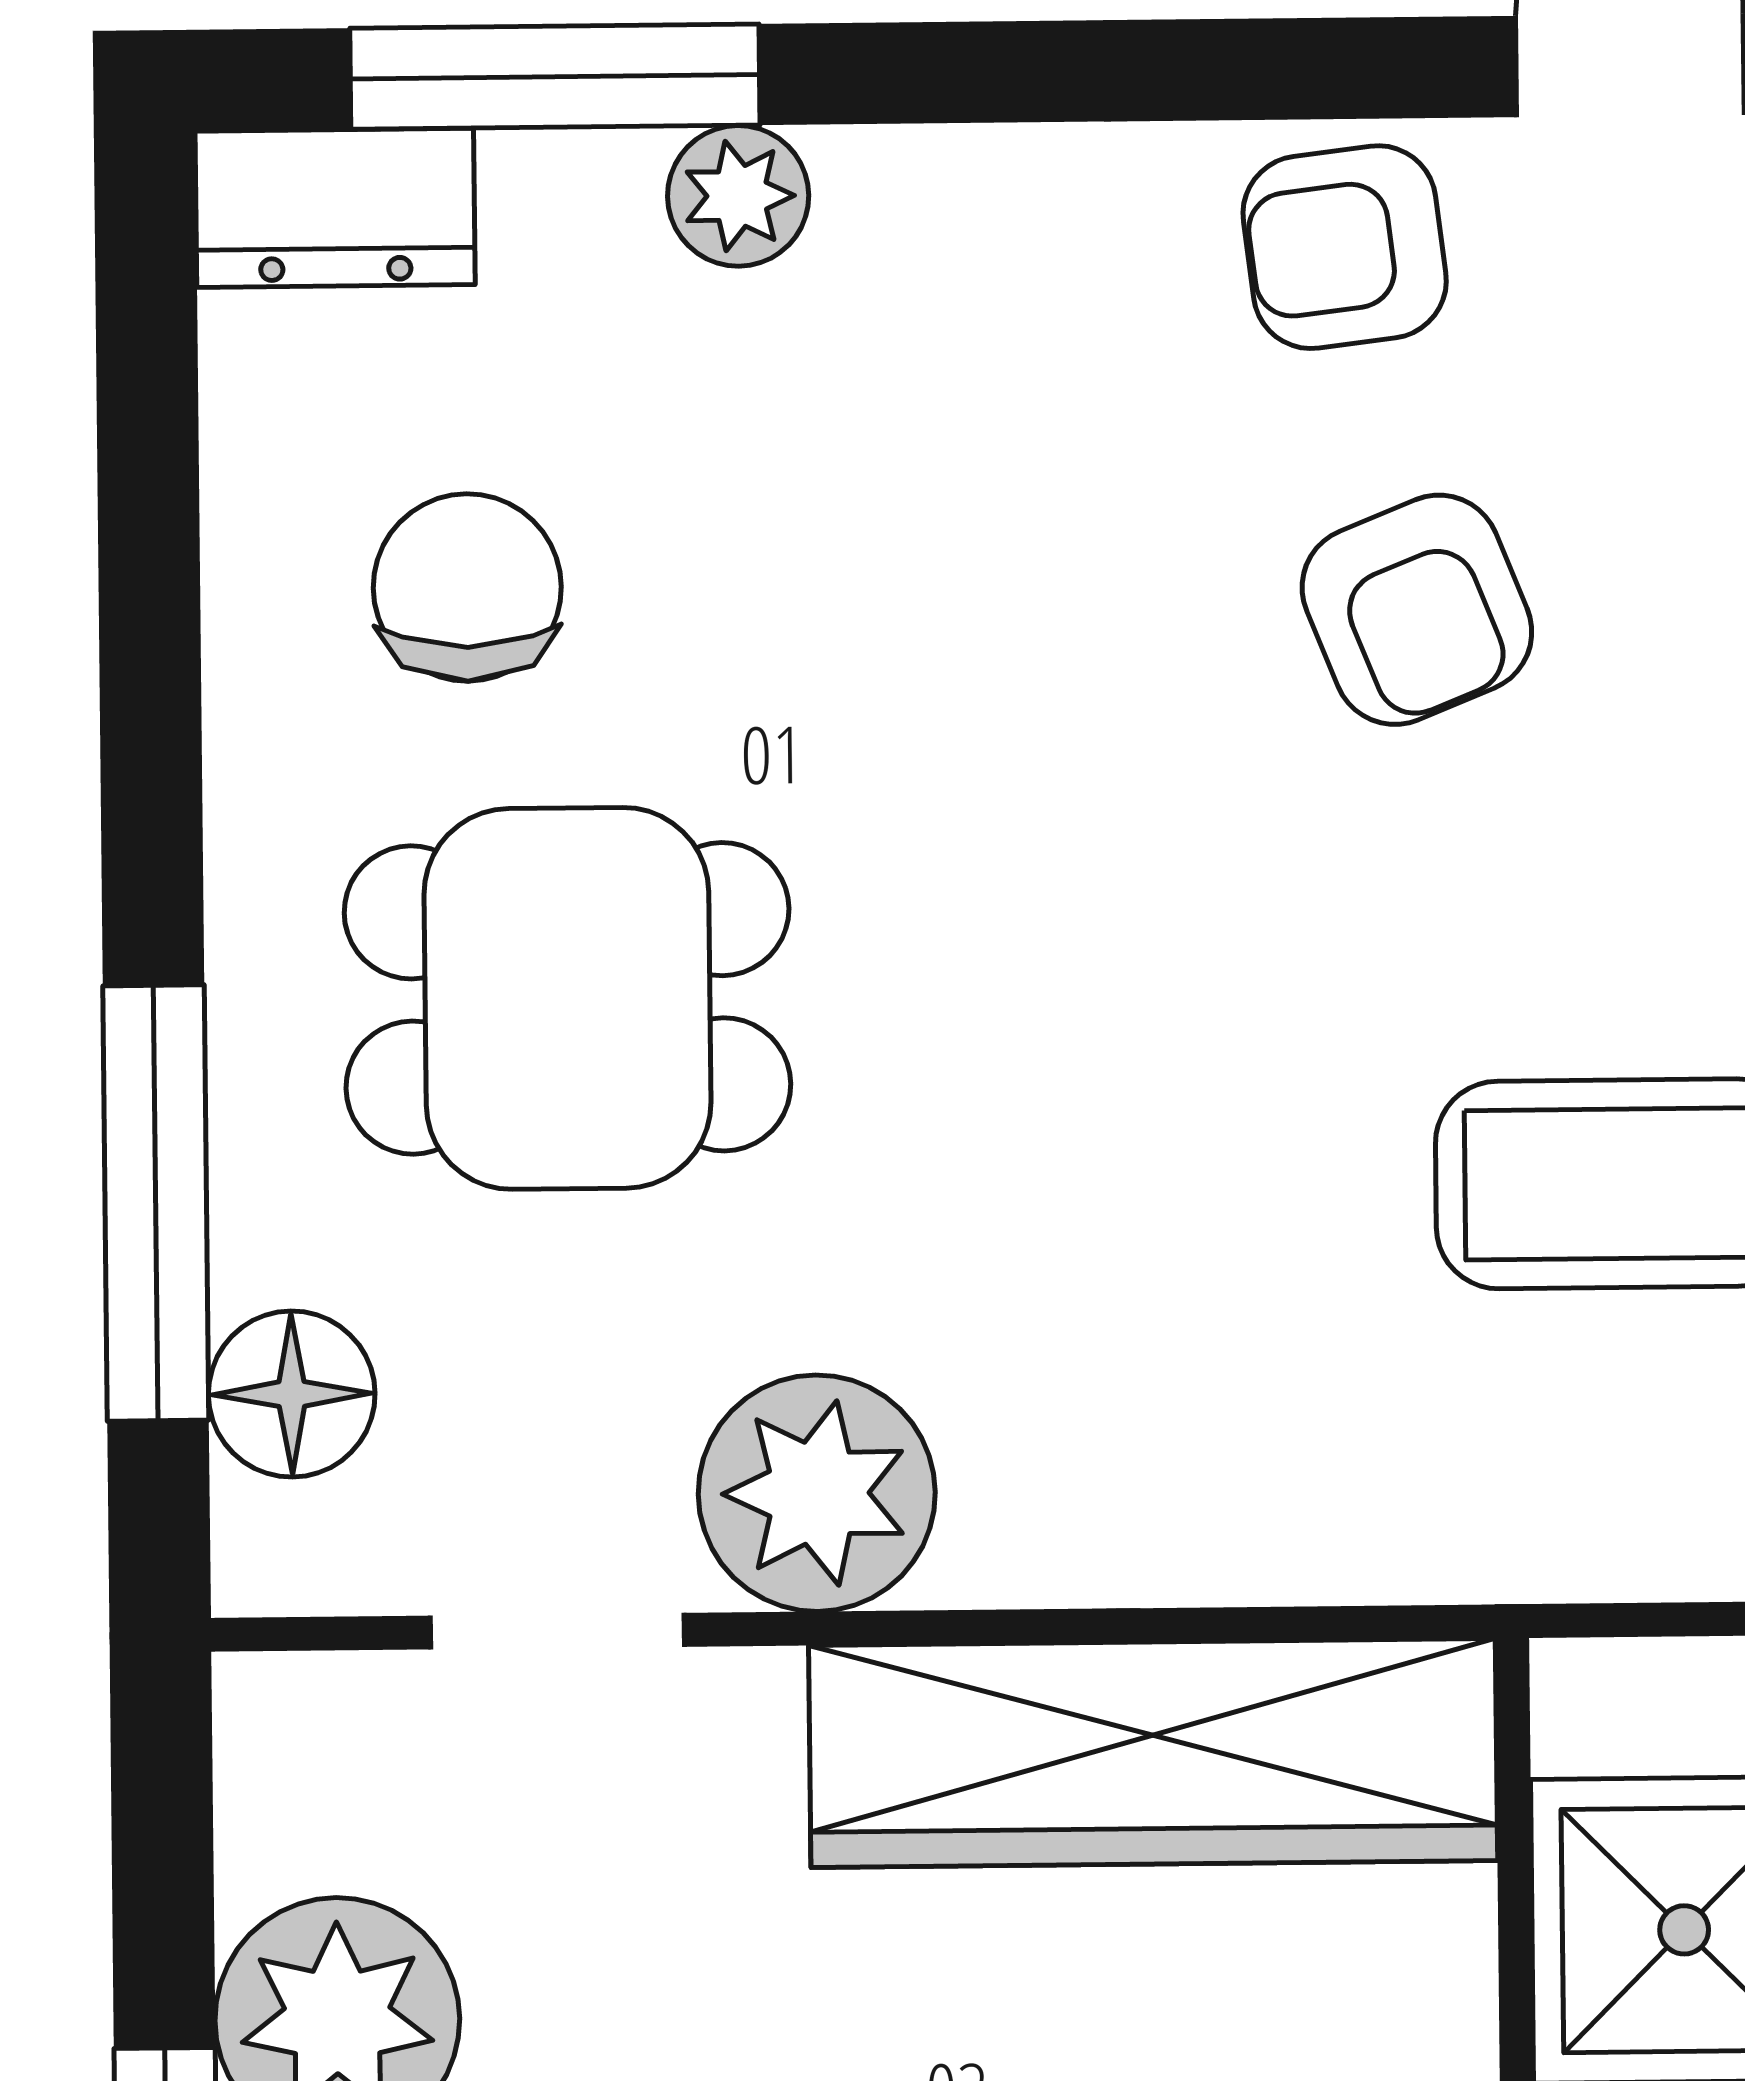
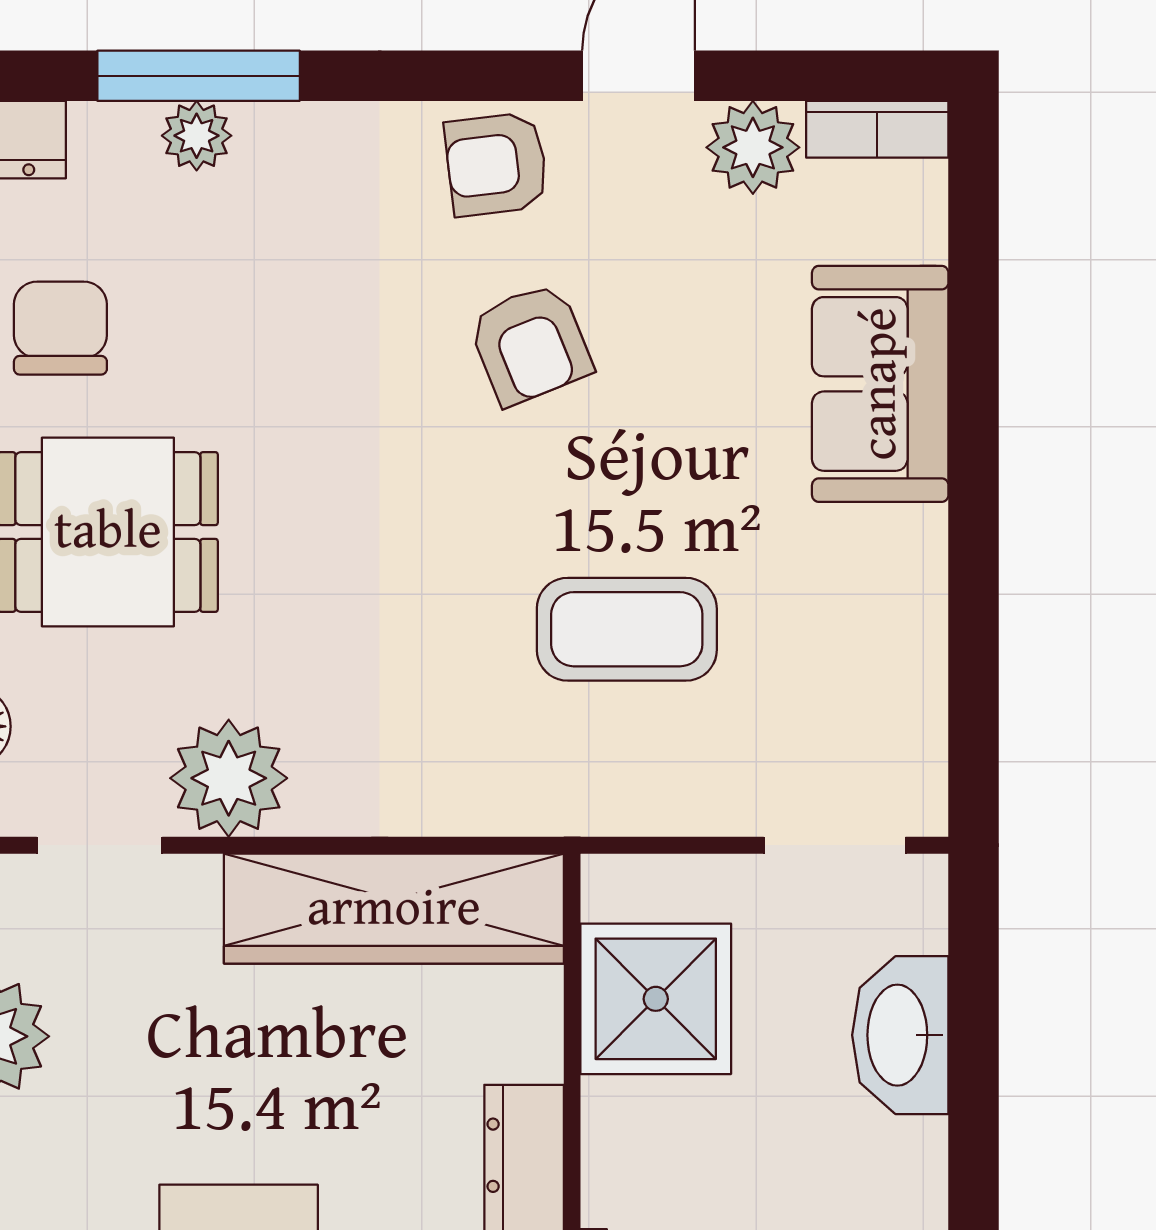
window: (555, 77) -> (199, 76), moved

